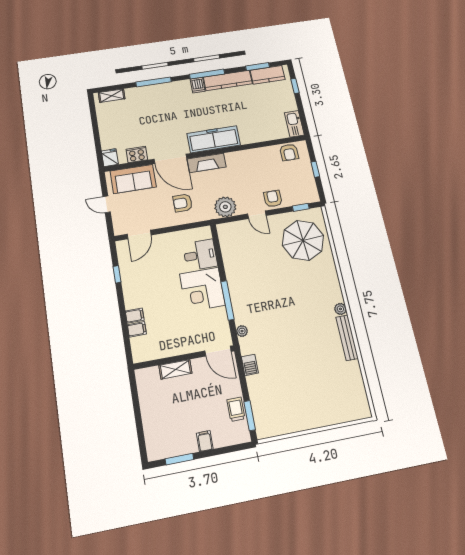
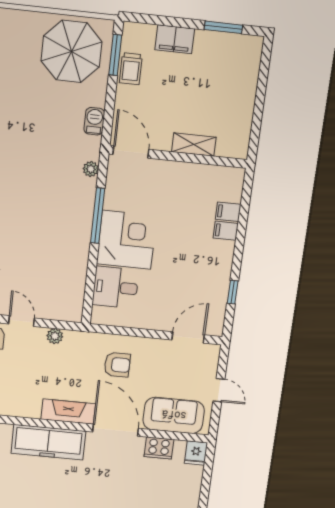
plant: (225, 207) -> (55, 336), width x0.53, depth x0.53
parasol: (281, 409) -> (71, 51), added
filing cabinet: (205, 441) -> (175, 39), width x2.00

